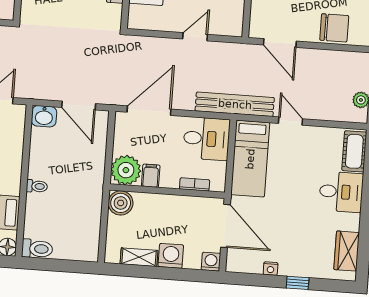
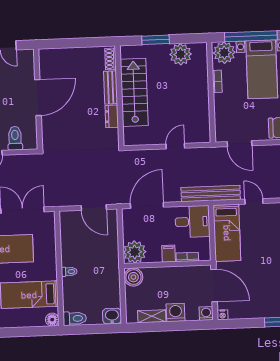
washbasin: (44, 116) -> (112, 316), moved, turned 180
filing cabinet: (151, 176) -> (169, 254), moved
nightstand: (271, 269) -> (223, 315), moved

